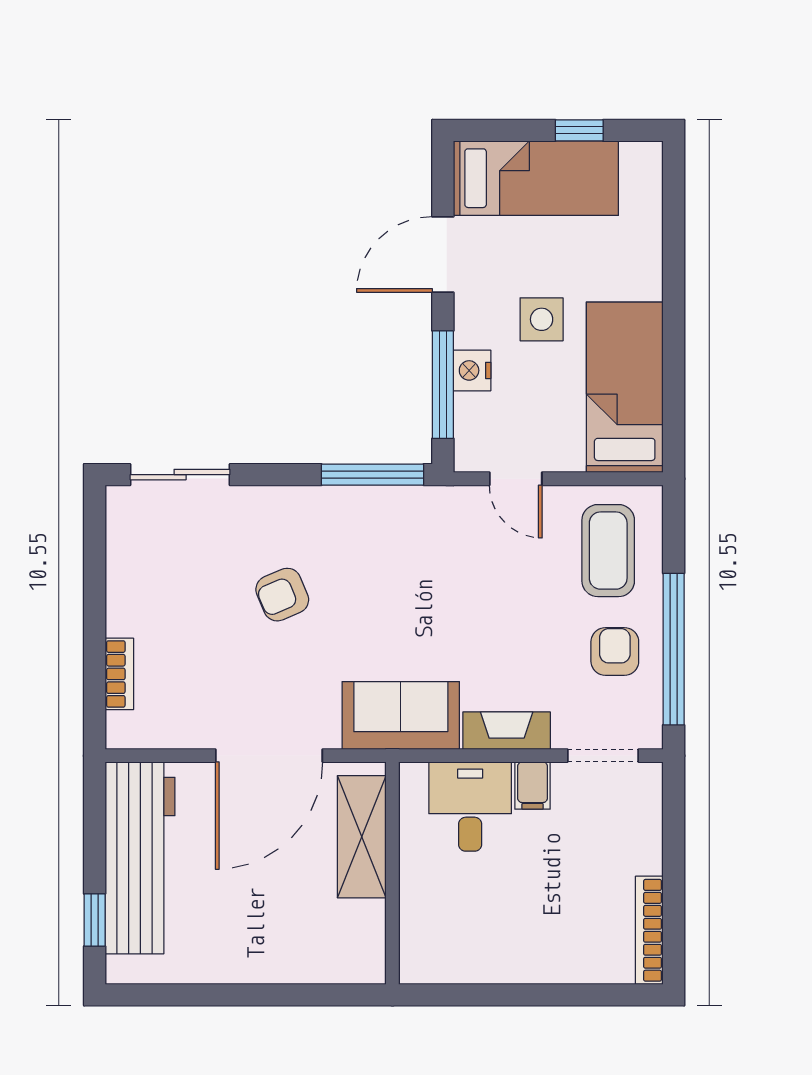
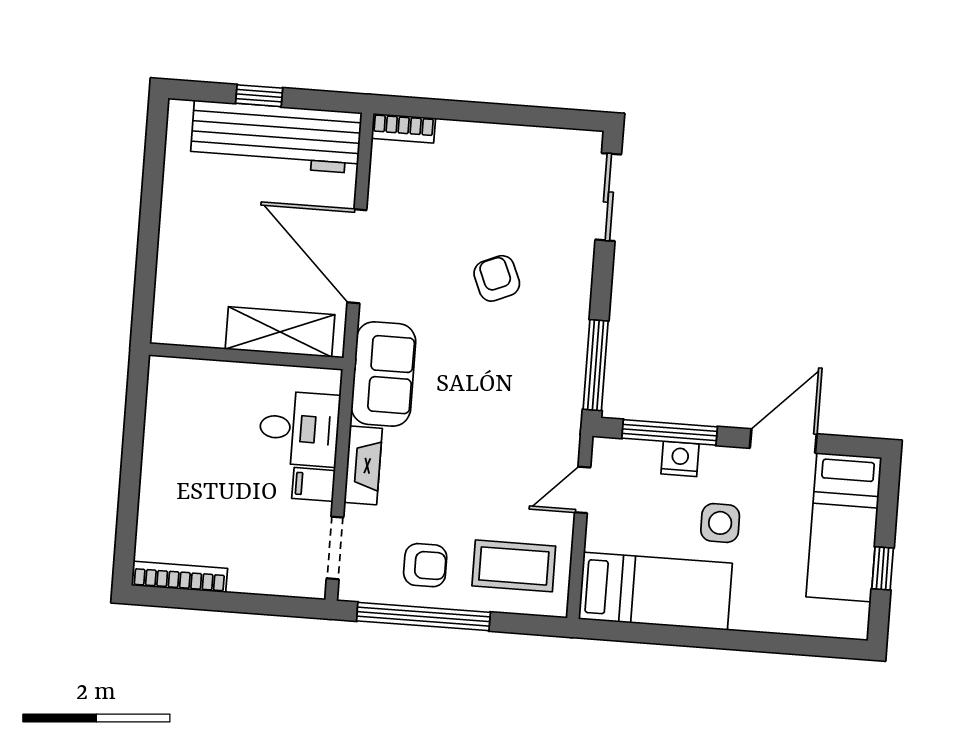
door: (443, 254) -> (783, 441), hinge flipped
bookcase: (119, 674) -> (403, 128), moved
window: (95, 920) -> (259, 96), moved

